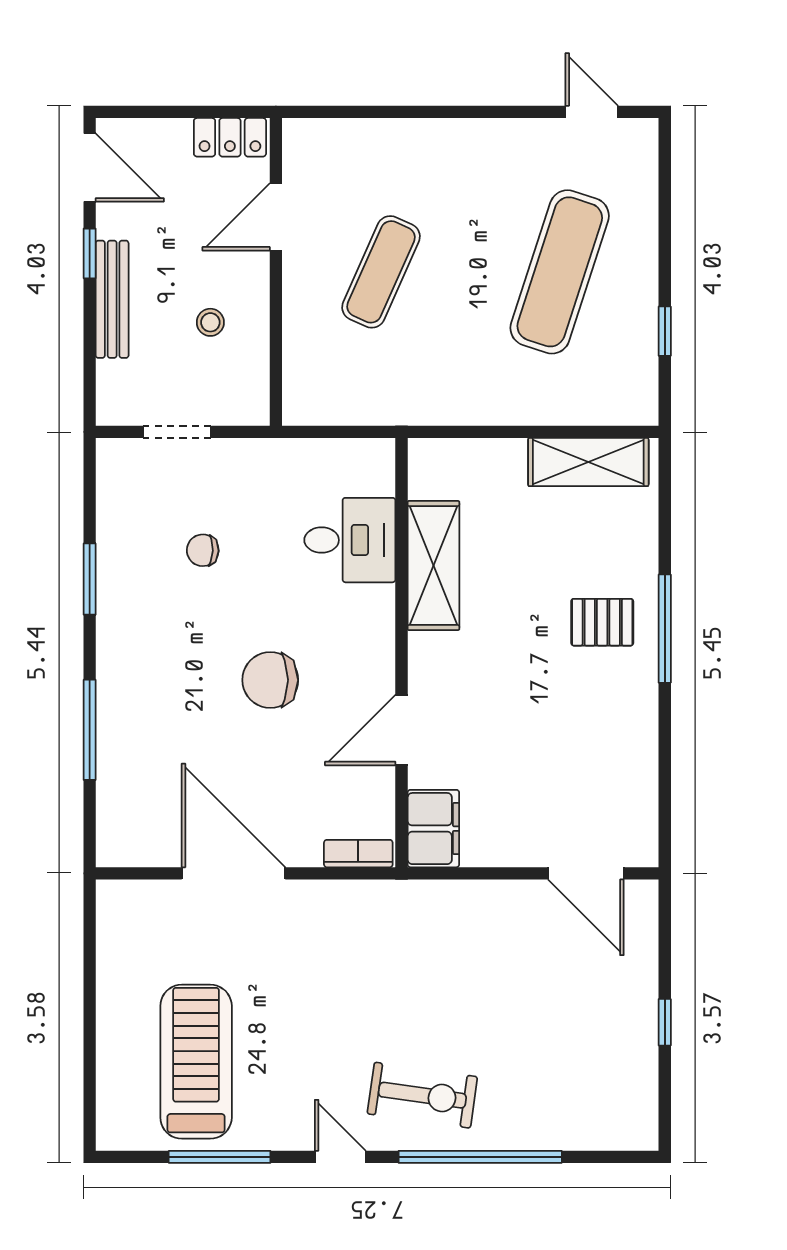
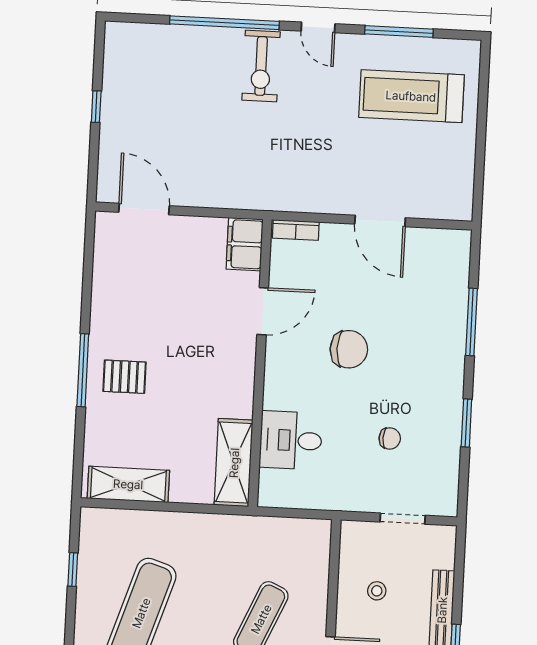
shelving: (433, 566) -> (234, 463), moved
door: (233, 873) -> (380, 221), width x0.73
treadmill: (196, 1062) -> (411, 96), turned 90
exercise bike: (422, 1095) -> (261, 66), turned -98

